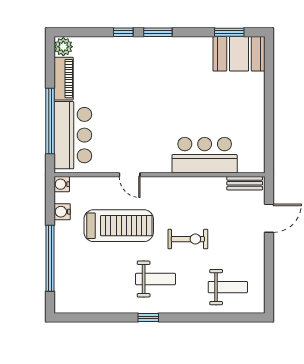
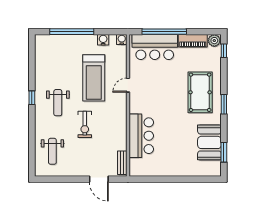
window: (123, 32) -> (224, 51), moved
booth: (239, 54) -> (209, 142), moved
pool table: (140, 68) -> (200, 92), added

